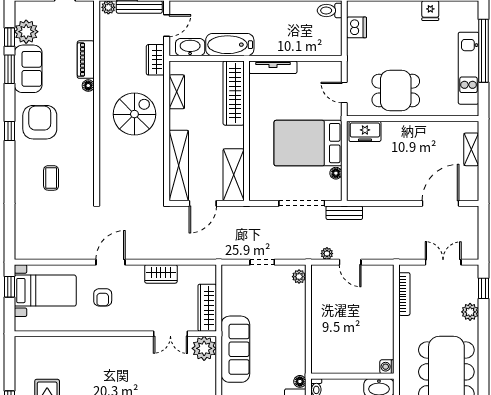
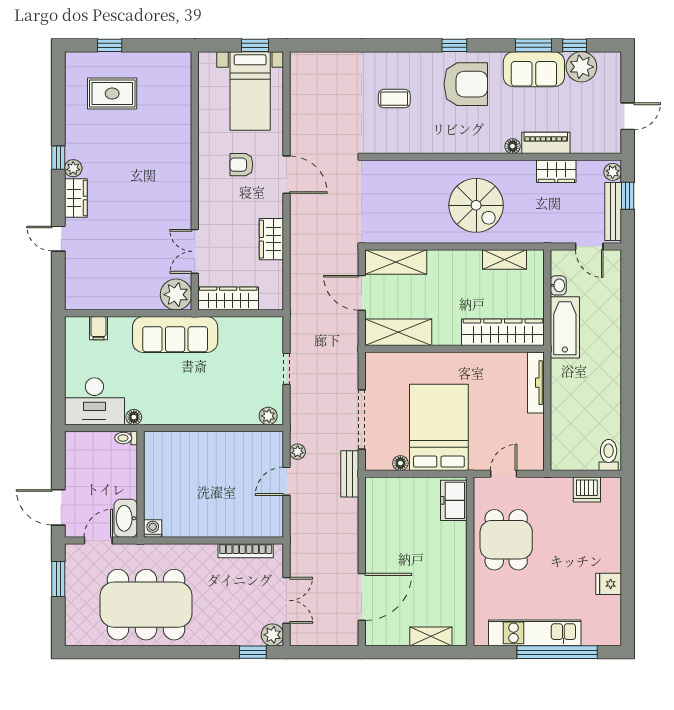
washbasin: (190, 47) -> (558, 285), width x0.52, depth x0.69
wardrobe: (155, 60) -> (556, 171), moved, turned 180
shelving: (179, 166) -> (396, 262), width x0.68
door: (440, 203) -> (362, 597), hinge flipped
plant: (470, 312) -> (272, 635), moved

